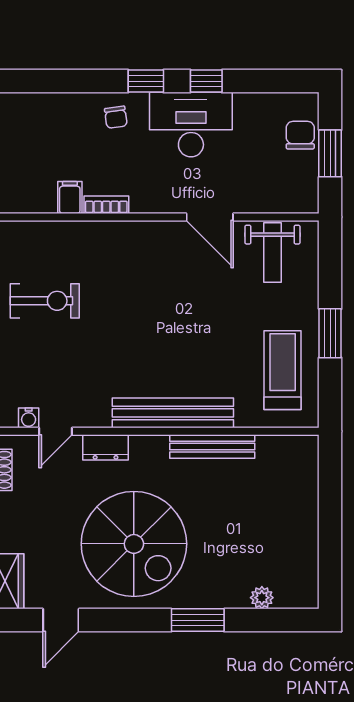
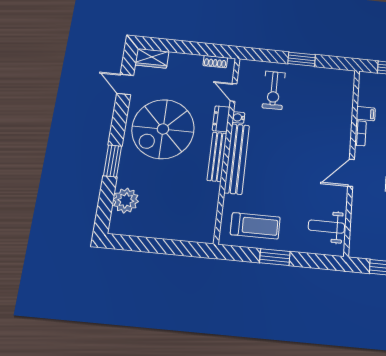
door: (210, 217) -> (351, 173), moved
exercise bike: (45, 301) -> (274, 90), moved
water cooler: (29, 418) -> (238, 118), moved
bench: (212, 447) -> (217, 157), moved
plant: (262, 598) -> (126, 200), width x1.88, depth x1.88

